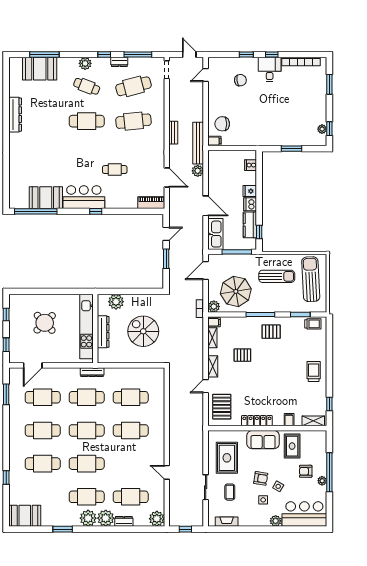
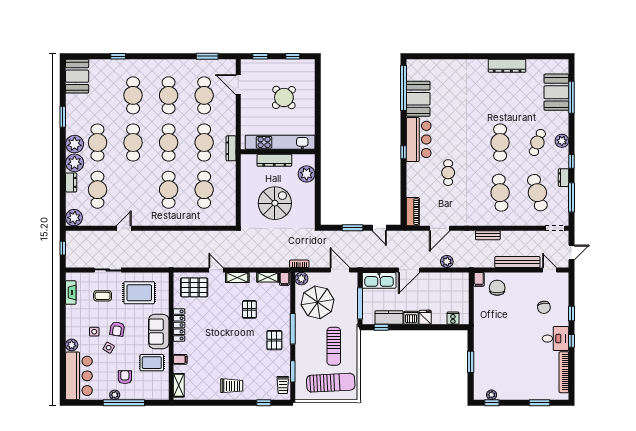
bench: (198, 143) -> (517, 262), moved
window: (329, 404) -> (264, 403), moved

